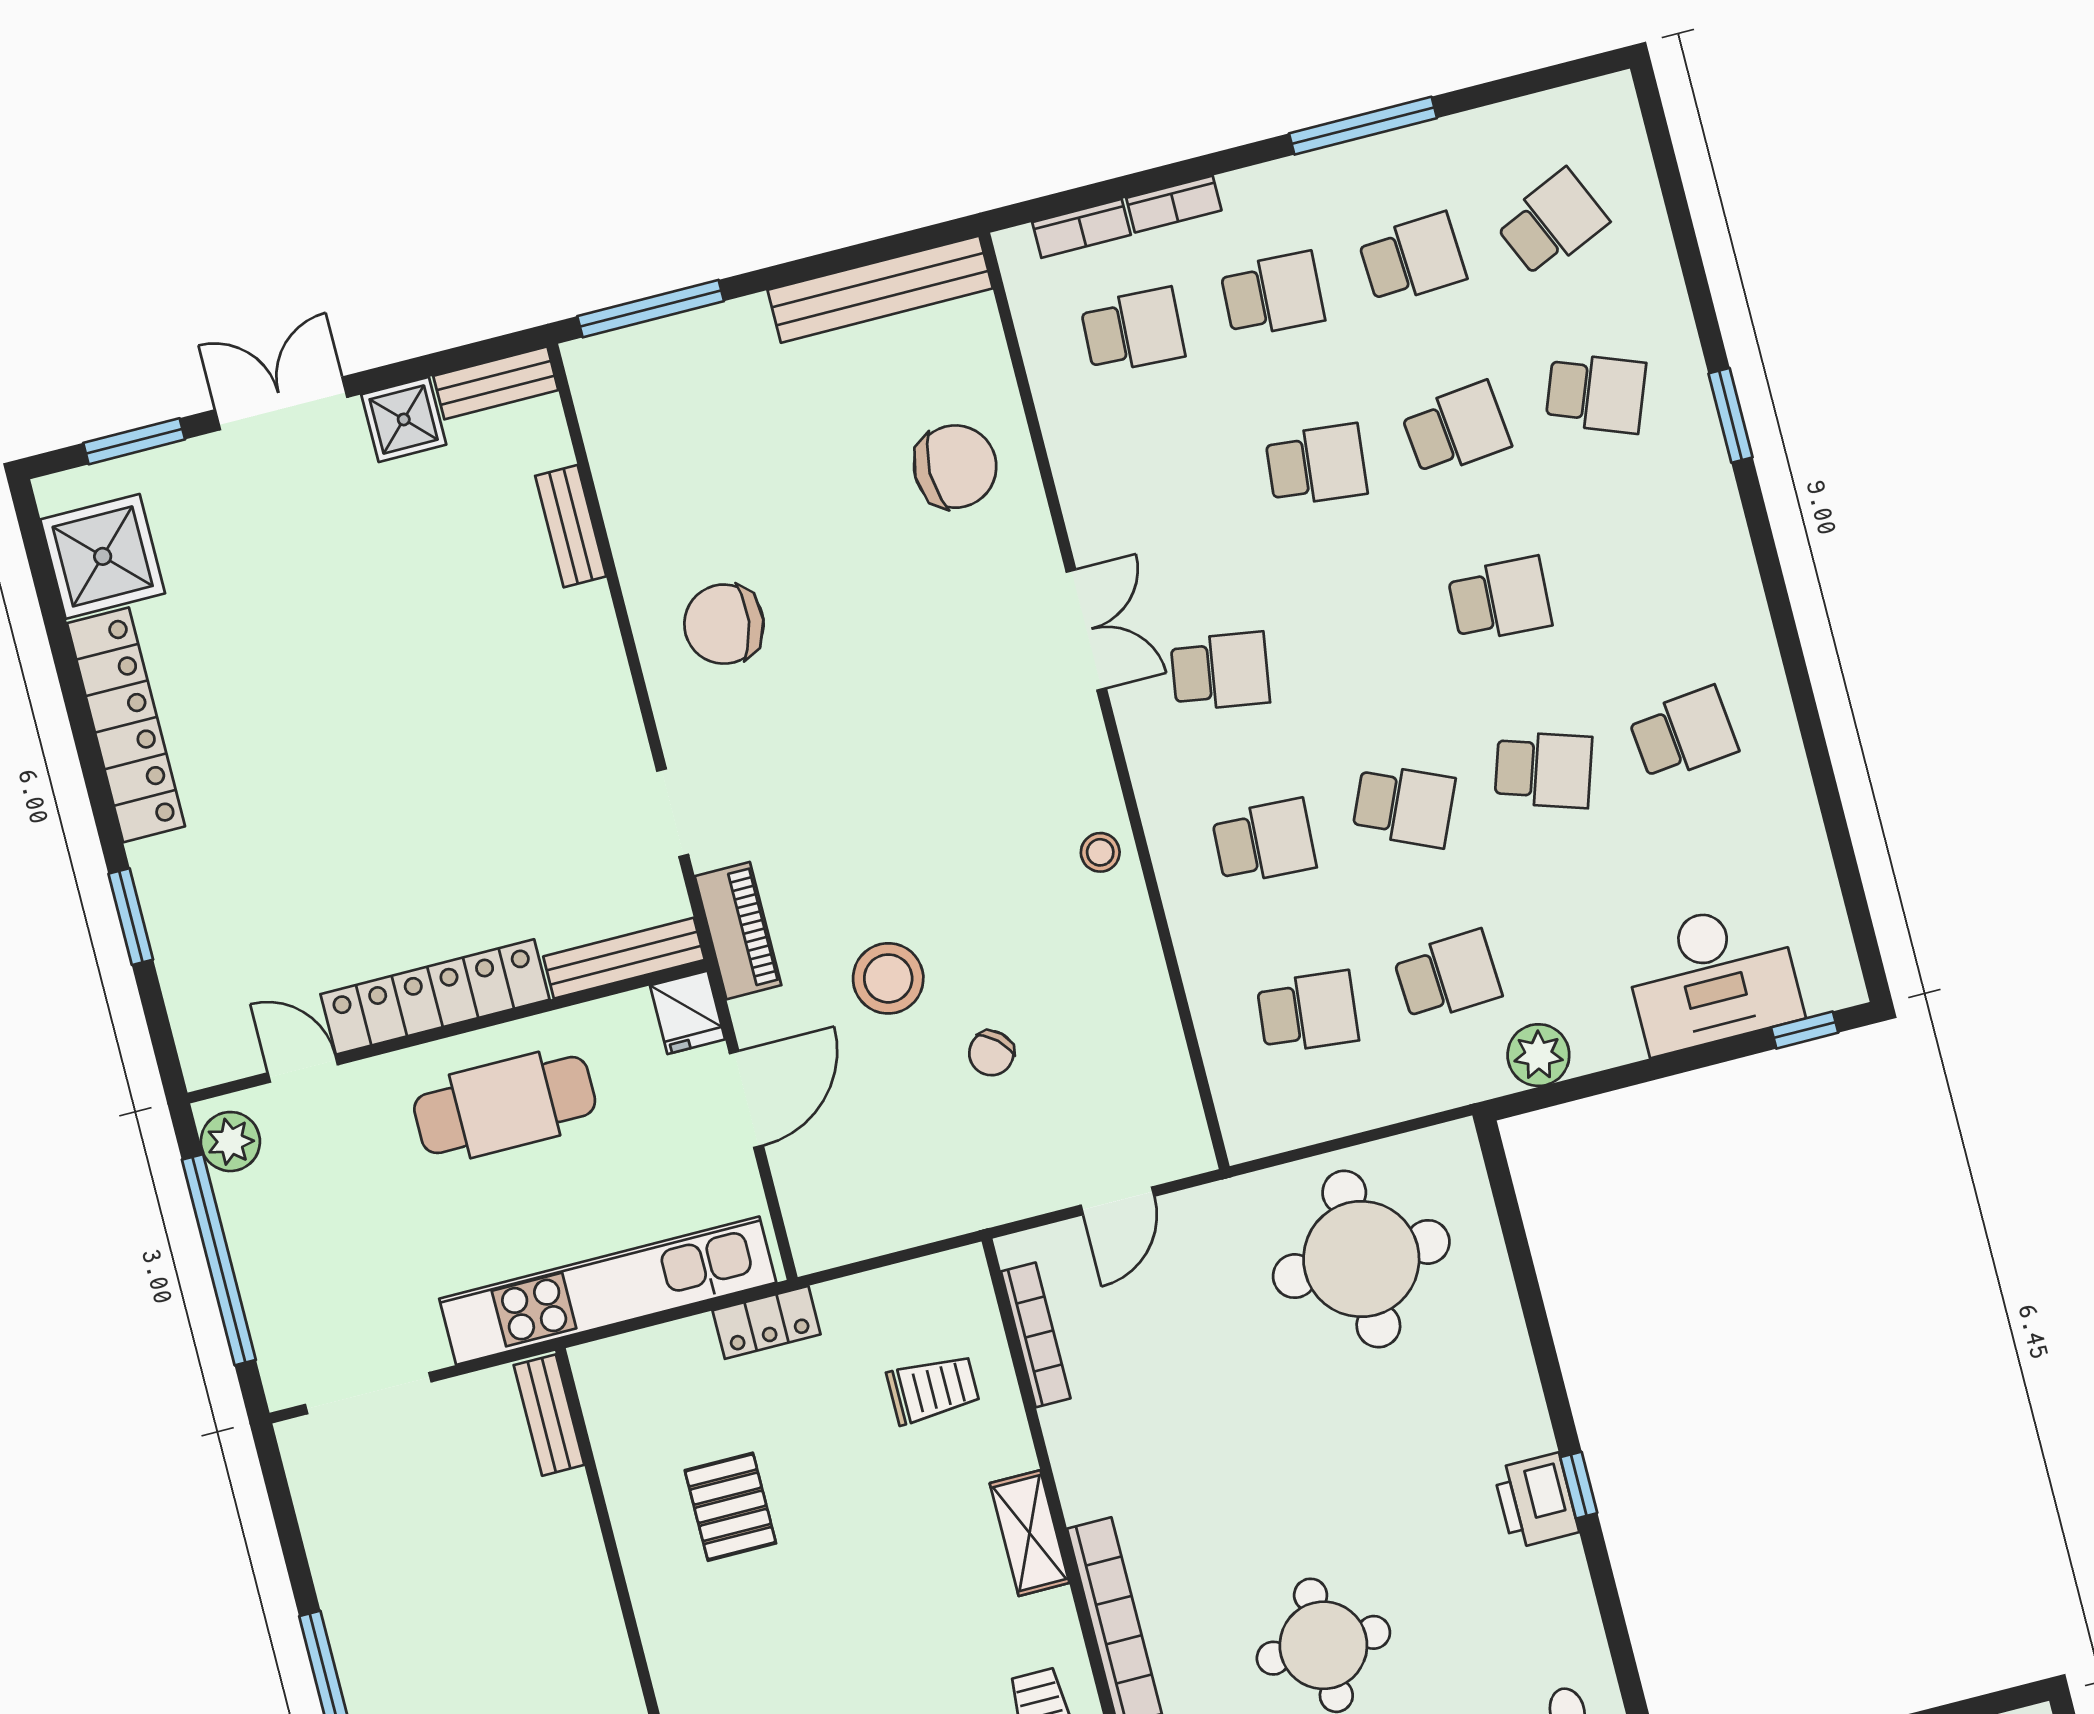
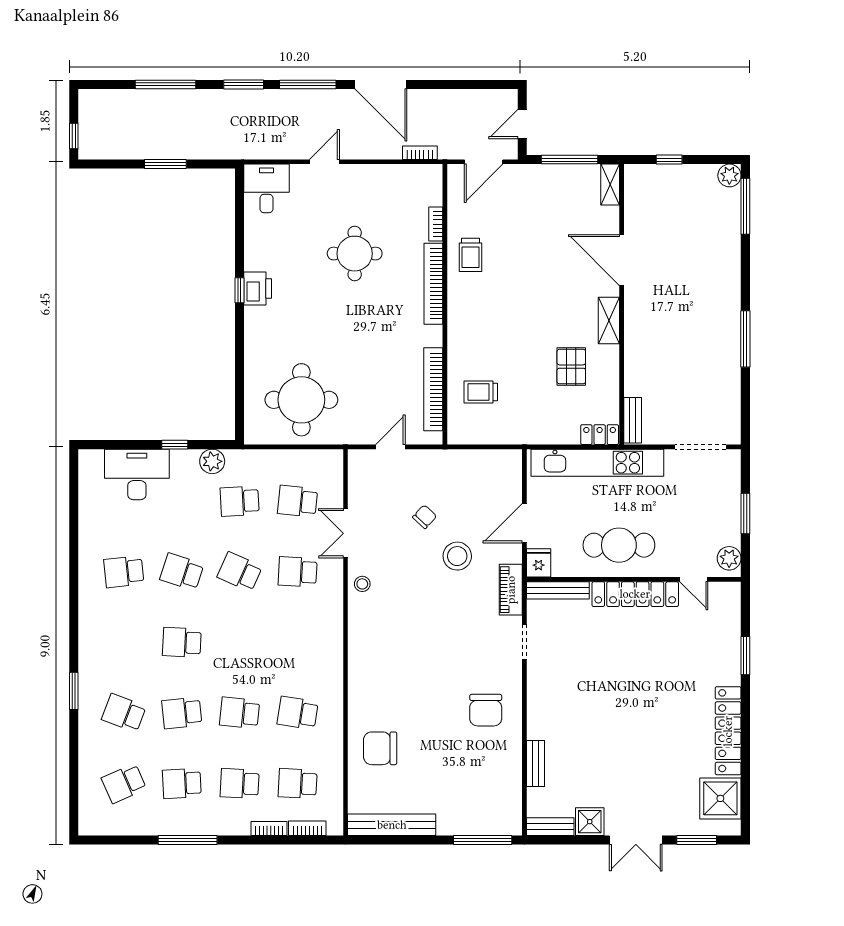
chair: (724, 624) -> (486, 710), turned 82
double door: (1086, 630) -> (345, 533), moved
school desk: (1220, 671) -> (298, 713), moved
window: (1805, 1030) -> (175, 445), moved
window: (219, 1260) -> (745, 514), width x0.47
locker: (767, 1322) -> (600, 435), moved
bookcase: (1036, 1335) -> (433, 389), width x1.48, depth x1.31
shelving: (1030, 1533) -> (609, 320), moved

